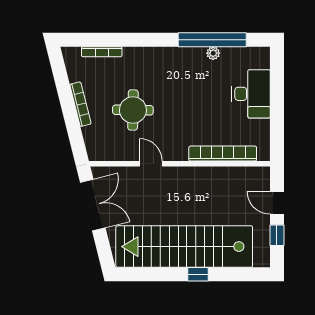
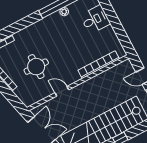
desk: (251, 94) -> (95, 20), width x0.73

